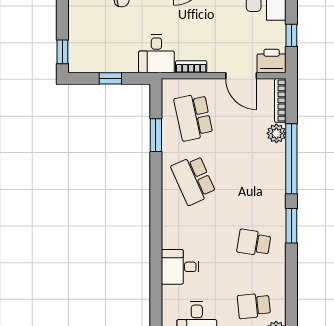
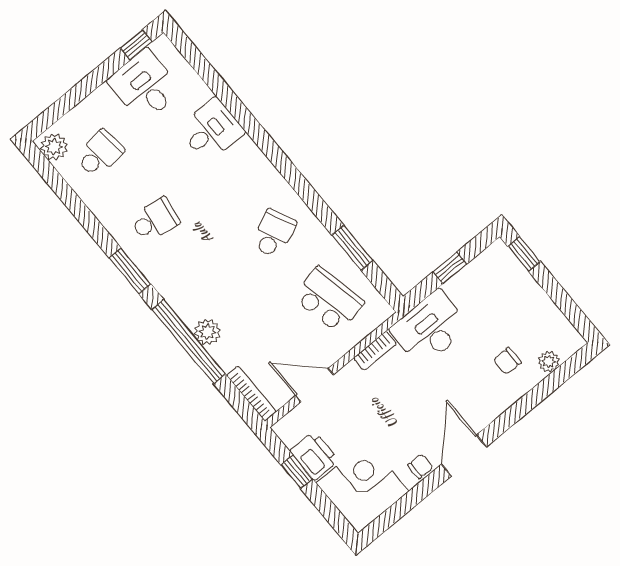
desk: (156, 54) -> (430, 328), width x1.37
printer: (272, 61) -> (314, 456), moved, turned -90
plant: (276, 133) -> (207, 332), moved
school desk: (193, 180) -> (274, 234), width x0.54

